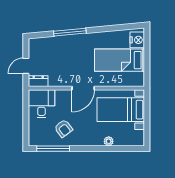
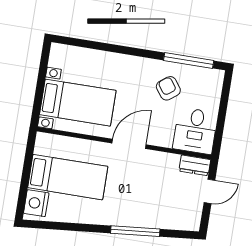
plant: (109, 141) -> (104, 58), removed

